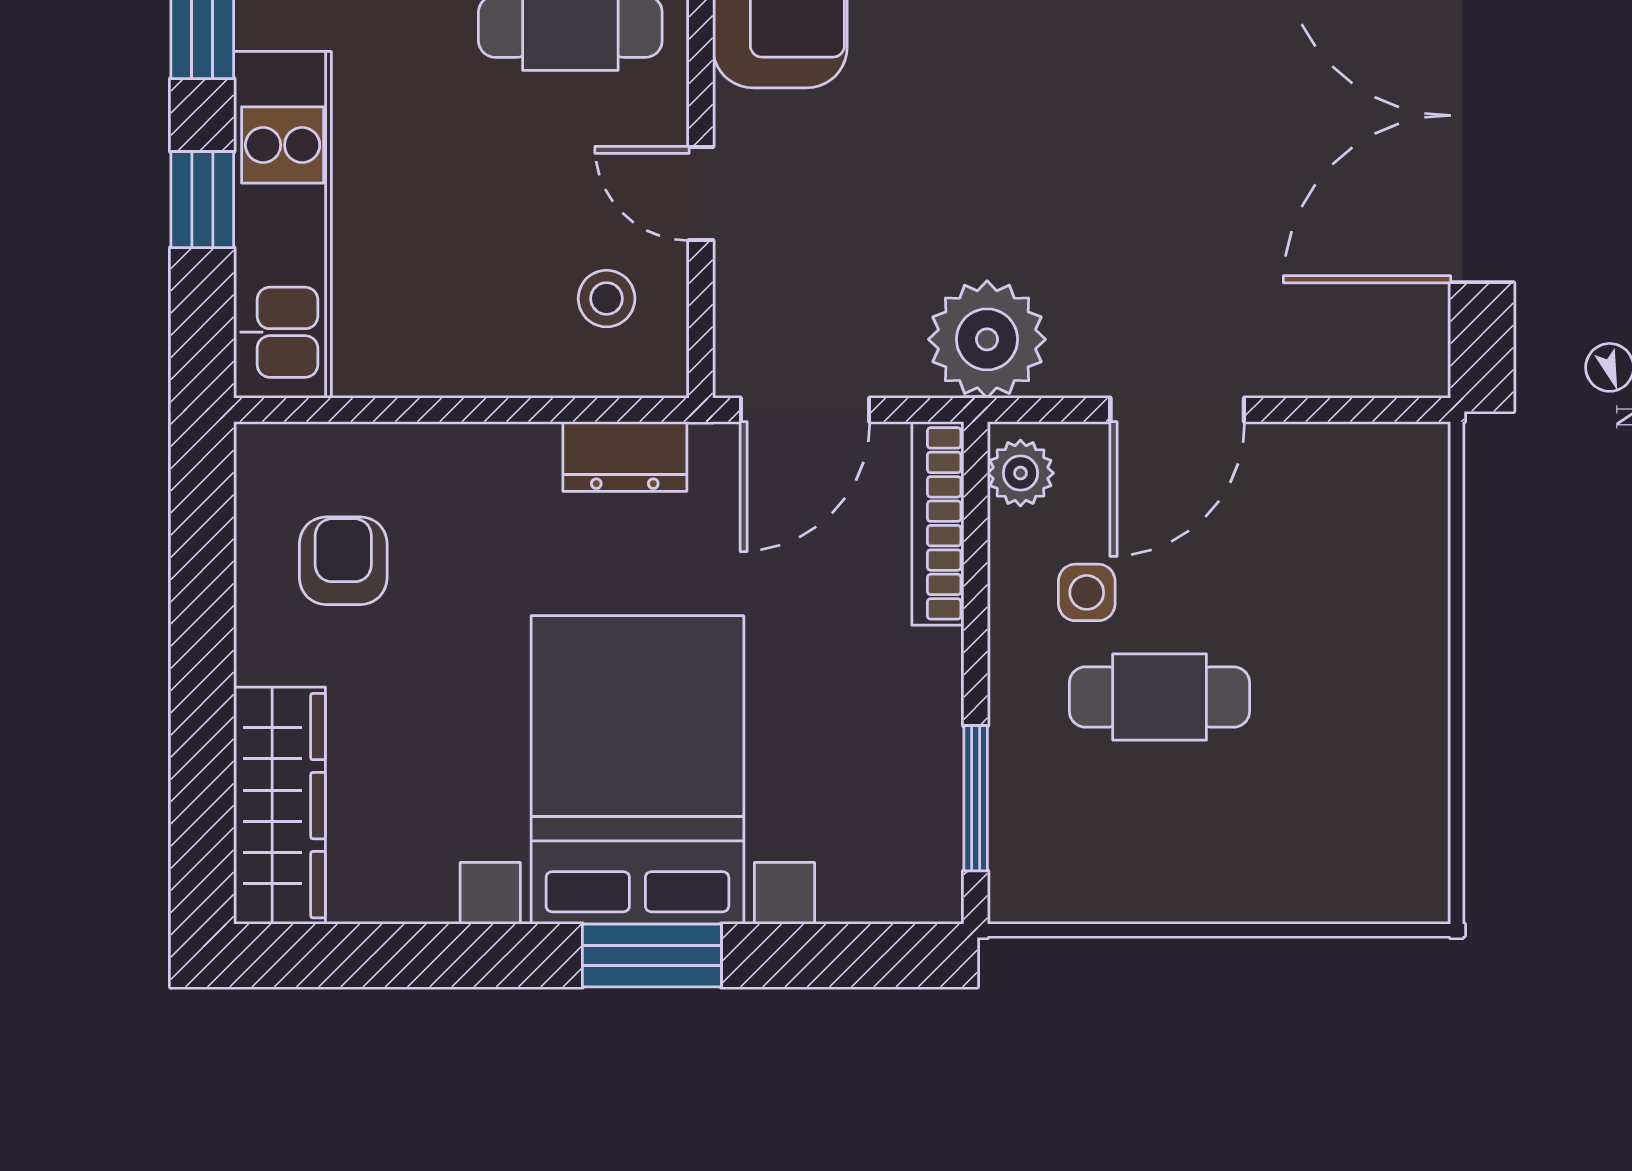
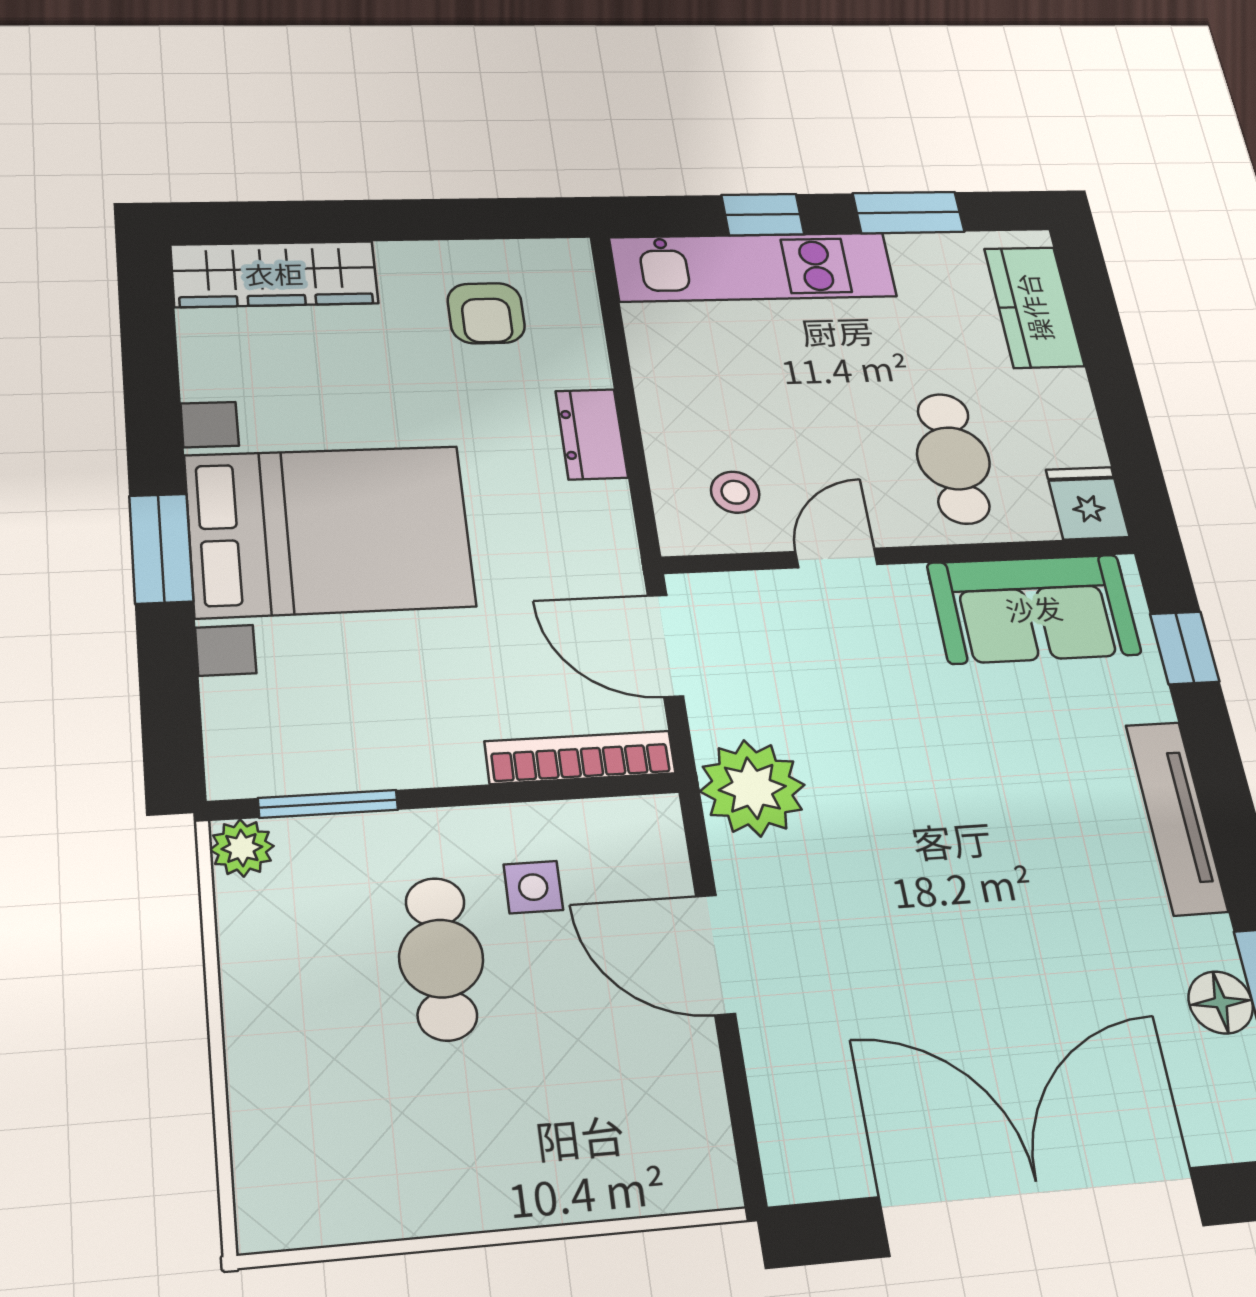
dresser: (625, 456) -> (592, 434), moved
plant: (1020, 473) -> (242, 848), moved
armchair: (343, 561) -> (486, 313), turned 90

